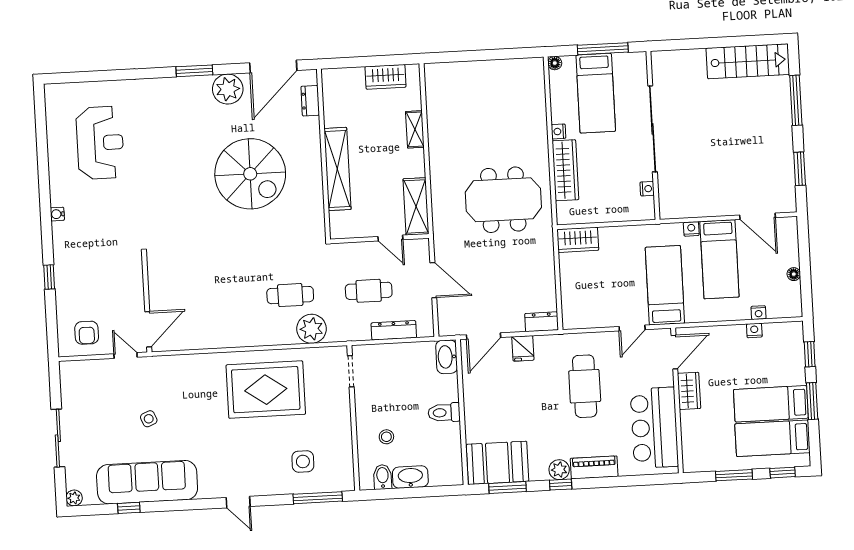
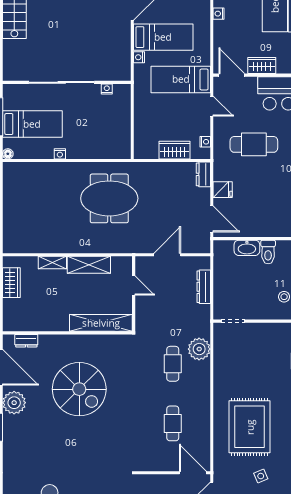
shelving: (337, 169) -> (101, 323), moved
wardrobe: (565, 170) -> (89, 150), removed
spiral stairs: (250, 174) -> (79, 389), turned 90
meeting table: (503, 200) -> (109, 198), turned 90
shelving: (416, 206) -> (89, 265), moved
door: (390, 238) -> (134, 285), hinge flipped
wardrobe: (578, 240) -> (175, 150), moved, turned -90
cafe table: (369, 291) -> (173, 423), moved
nightstand: (759, 313) -> (205, 142), moved
washbasin: (447, 357) -> (247, 248), moved
rug: (266, 390) -> (250, 427), moved

